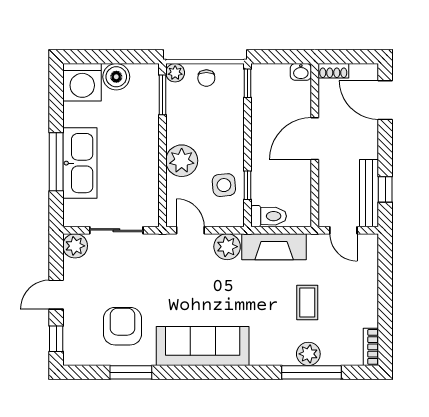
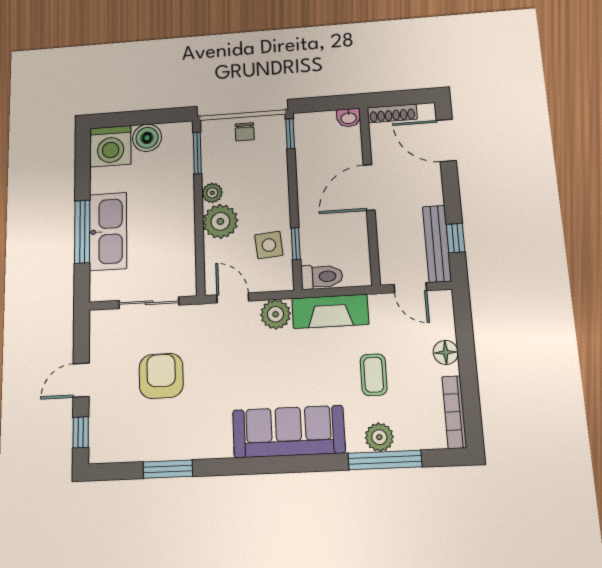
shoe rack: (333, 71) -> (392, 113), width x1.43
plant: (175, 73) -> (212, 193), moved
plant: (75, 246) -> (103, 323), removed
floor lamp: (368, 287) -> (446, 352), added
armchair: (123, 326) -> (161, 376), moved
sofa: (203, 346) -> (289, 431), moved
bookcase: (371, 347) -> (454, 412), width x1.56

